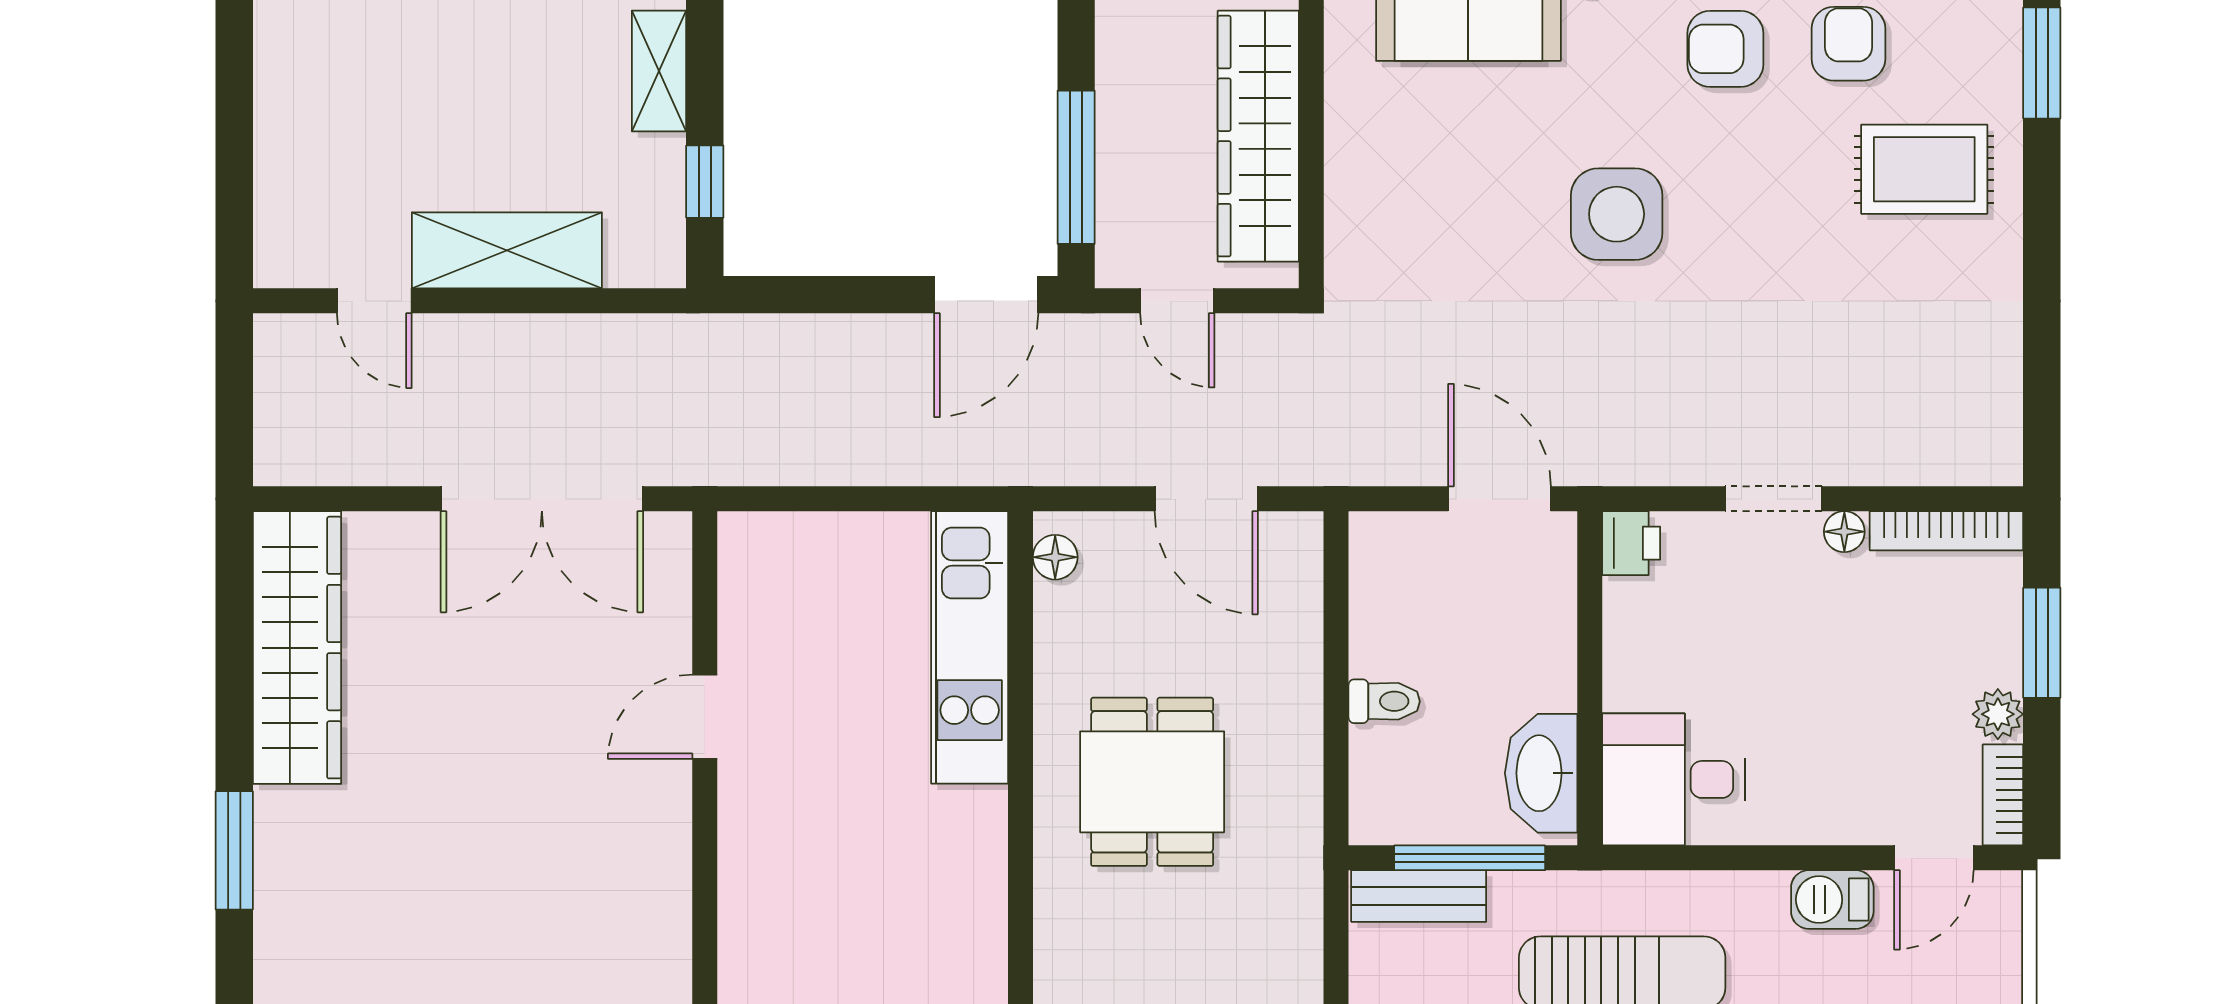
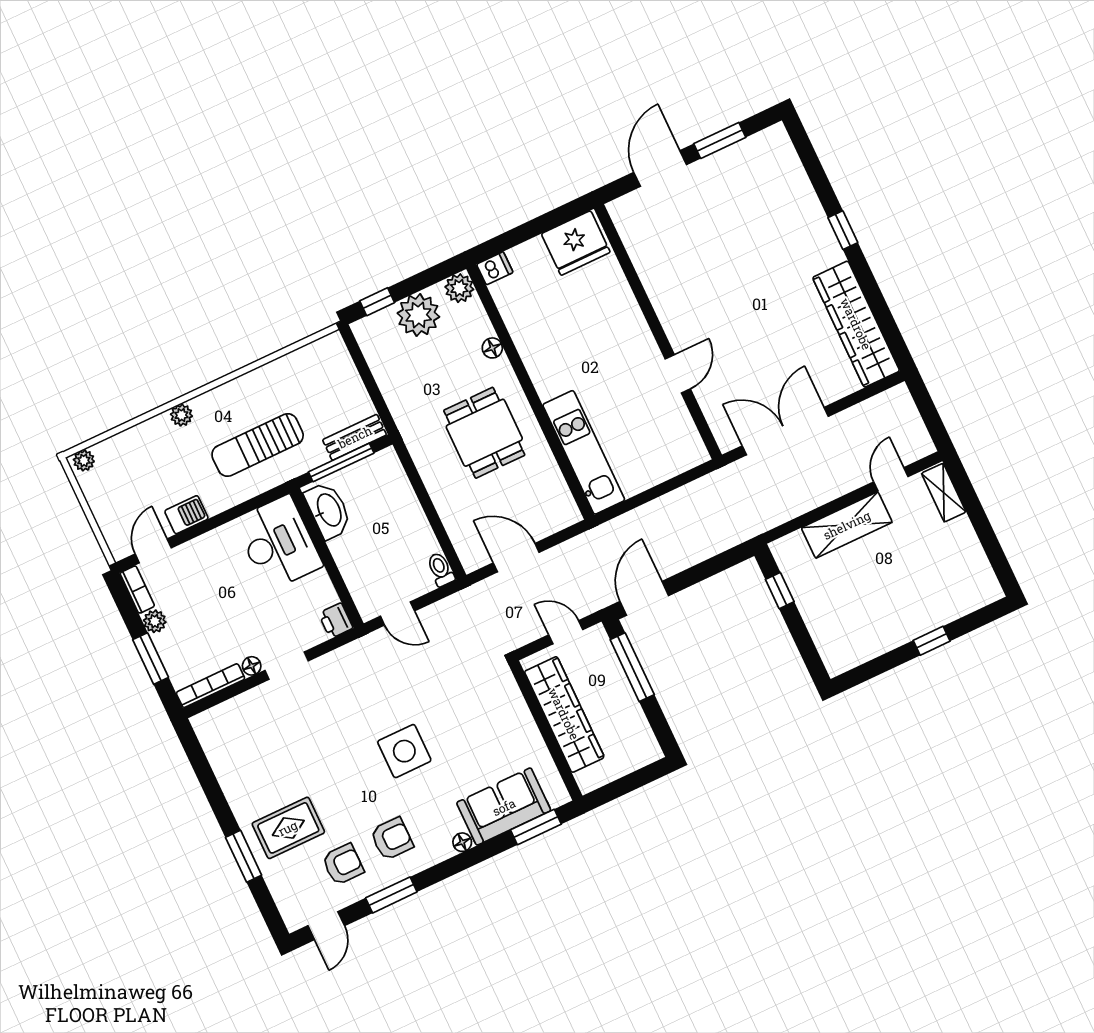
armchair: (1848, 44) -> (343, 864), turned -90
window: (2042, 63) -> (244, 856), moved
shelving: (659, 71) -> (944, 493), moved
door: (374, 301) -> (891, 479), hinge flipped
door: (1500, 499) -> (397, 614), width x0.73
floor lamp: (1055, 557) -> (492, 348), moved
toilet: (1384, 701) -> (441, 569), moved, turned 90
desk: (1673, 779) -> (278, 543), width x1.37
window: (234, 850) -> (843, 230), width x0.67

